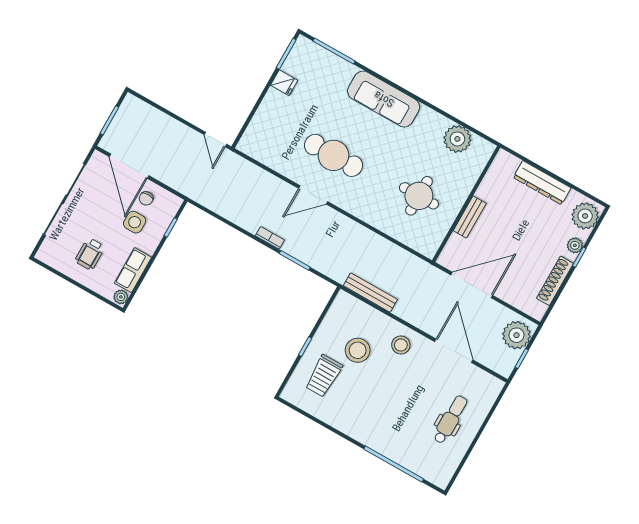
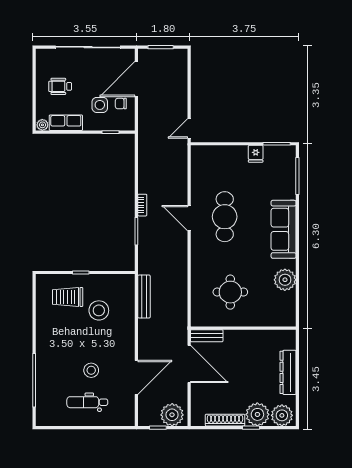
plant: (457, 139) -> (285, 280), moved
bench: (470, 217) -> (207, 336), moved
plant: (575, 245) -> (257, 414), width x1.88, depth x1.88
stool: (401, 345) -> (91, 370), moved
dental chair: (450, 420) -> (87, 402), turned 180

